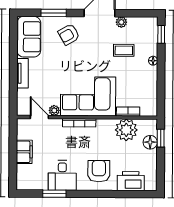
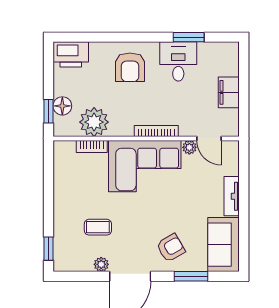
floor lamp: (153, 61) -> (59, 214), removed
printer: (131, 181) -> (71, 54), moved

